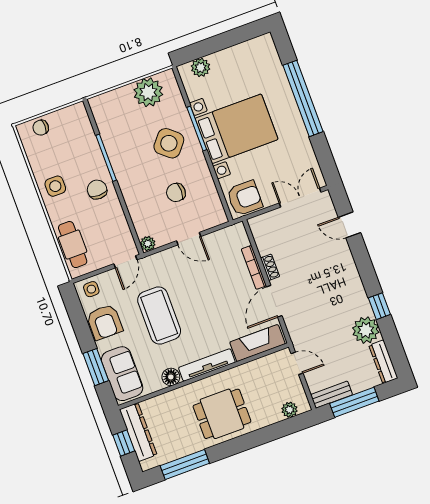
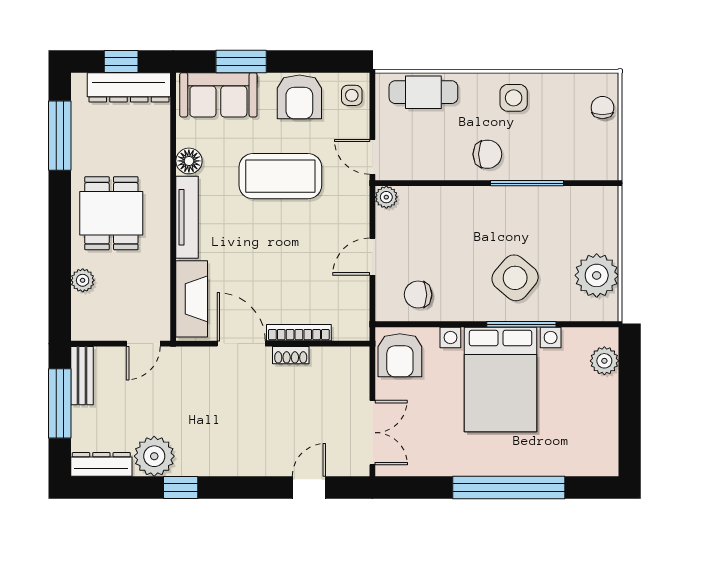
chair: (176, 192) -> (418, 295), moved, turned -90
armchair: (105, 322) -> (299, 97), turned -90
plant: (289, 410) -> (83, 280), moved

